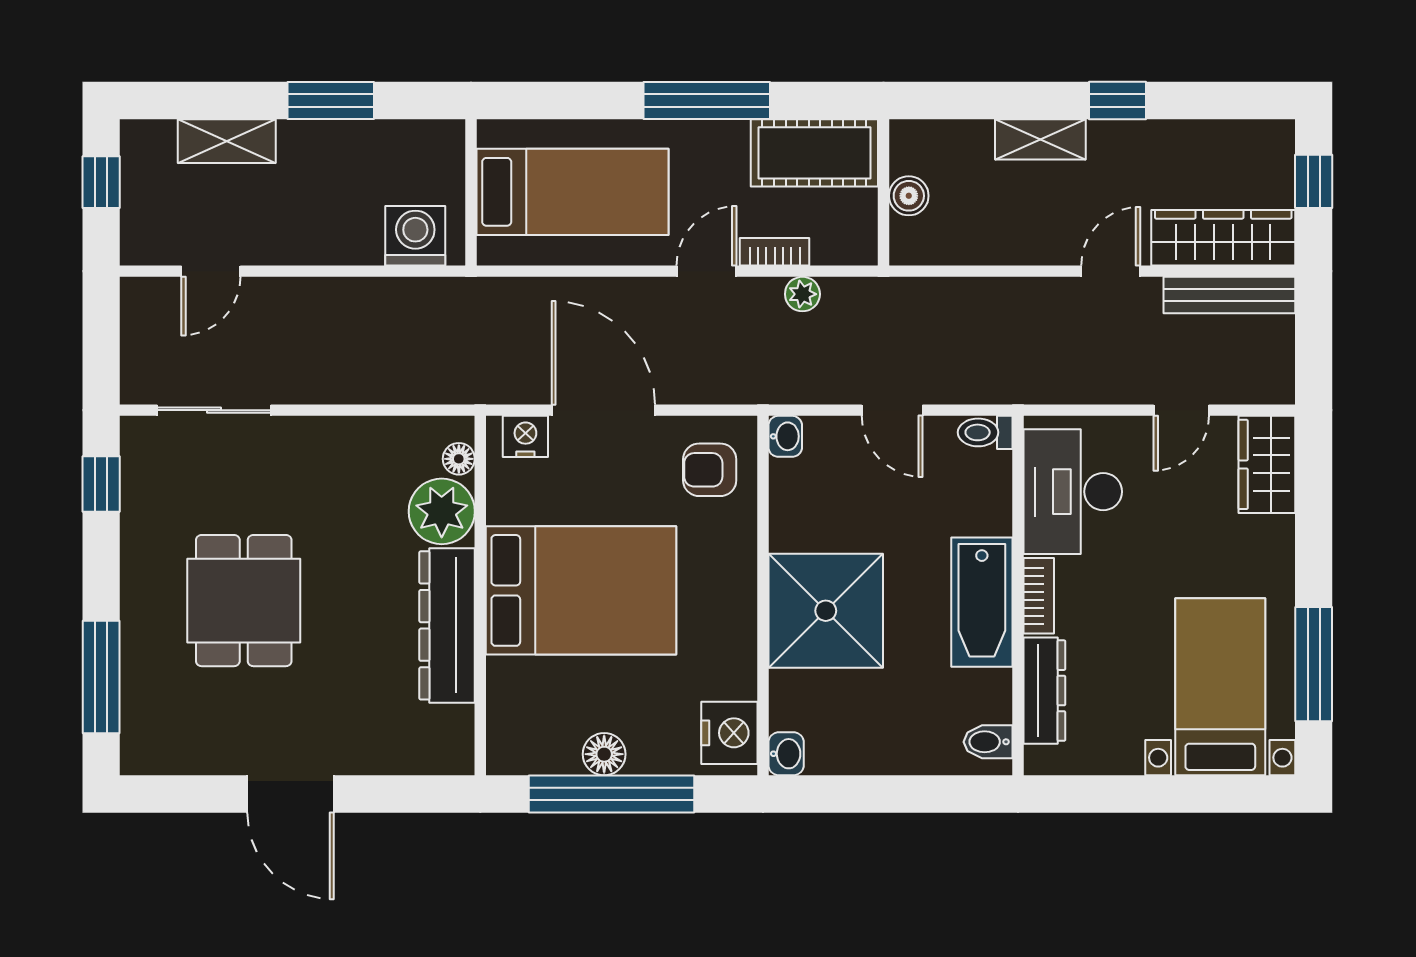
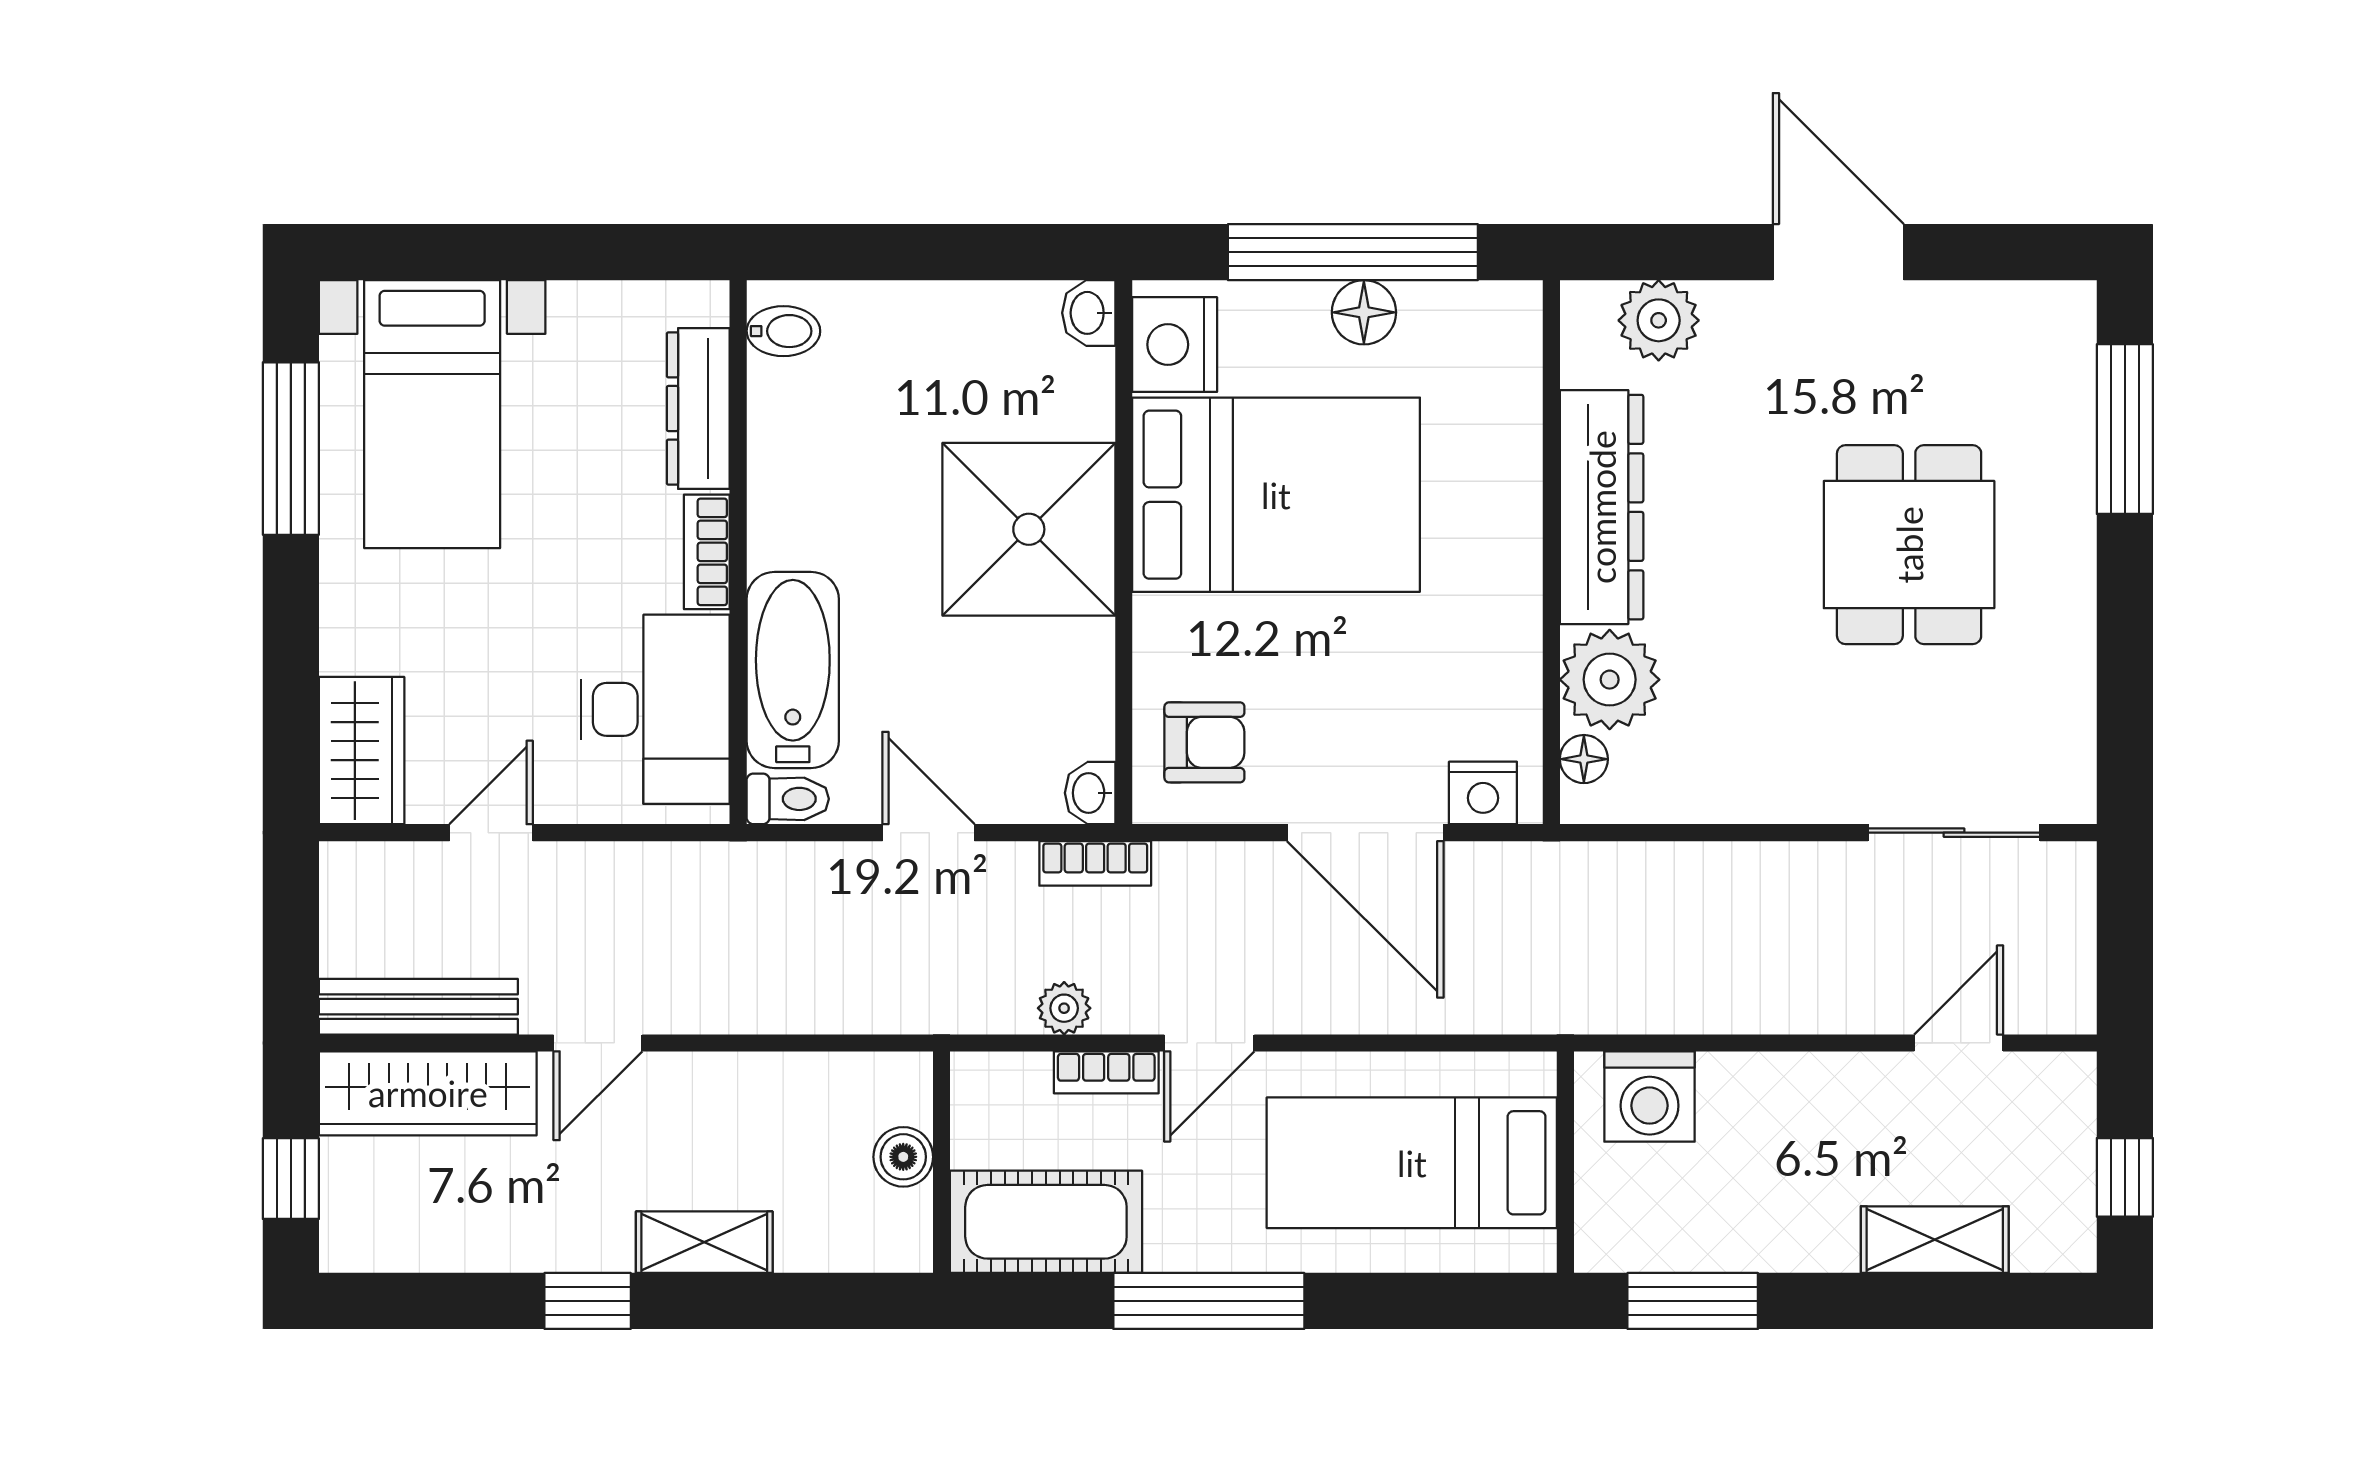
window: (331, 101) -> (1693, 1301), moved
bookcase: (782, 390) -> (1095, 863), added
window: (101, 484) -> (2125, 721), removed
bed: (581, 590) -> (1276, 495), moved, turned 180
bathtub: (982, 602) -> (793, 670), moved
plant: (409, 749) -> (1659, 320), added

